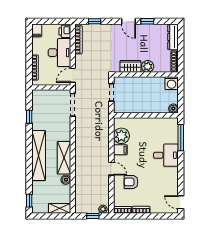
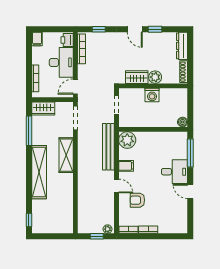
washing machine: (172, 83) -> (152, 95), moved
wardrobe: (43, 96) -> (43, 108), added
window: (29, 117) -> (29, 131), width x2.17
bench: (104, 132) -> (108, 147), added
plant: (121, 136) -> (127, 140), moved
shelving: (64, 158) -> (66, 155), moved
boiler: (66, 180) -> (68, 198), removed
door: (181, 202) -> (190, 191), moved
shelving: (60, 208) -> (61, 228), removed

